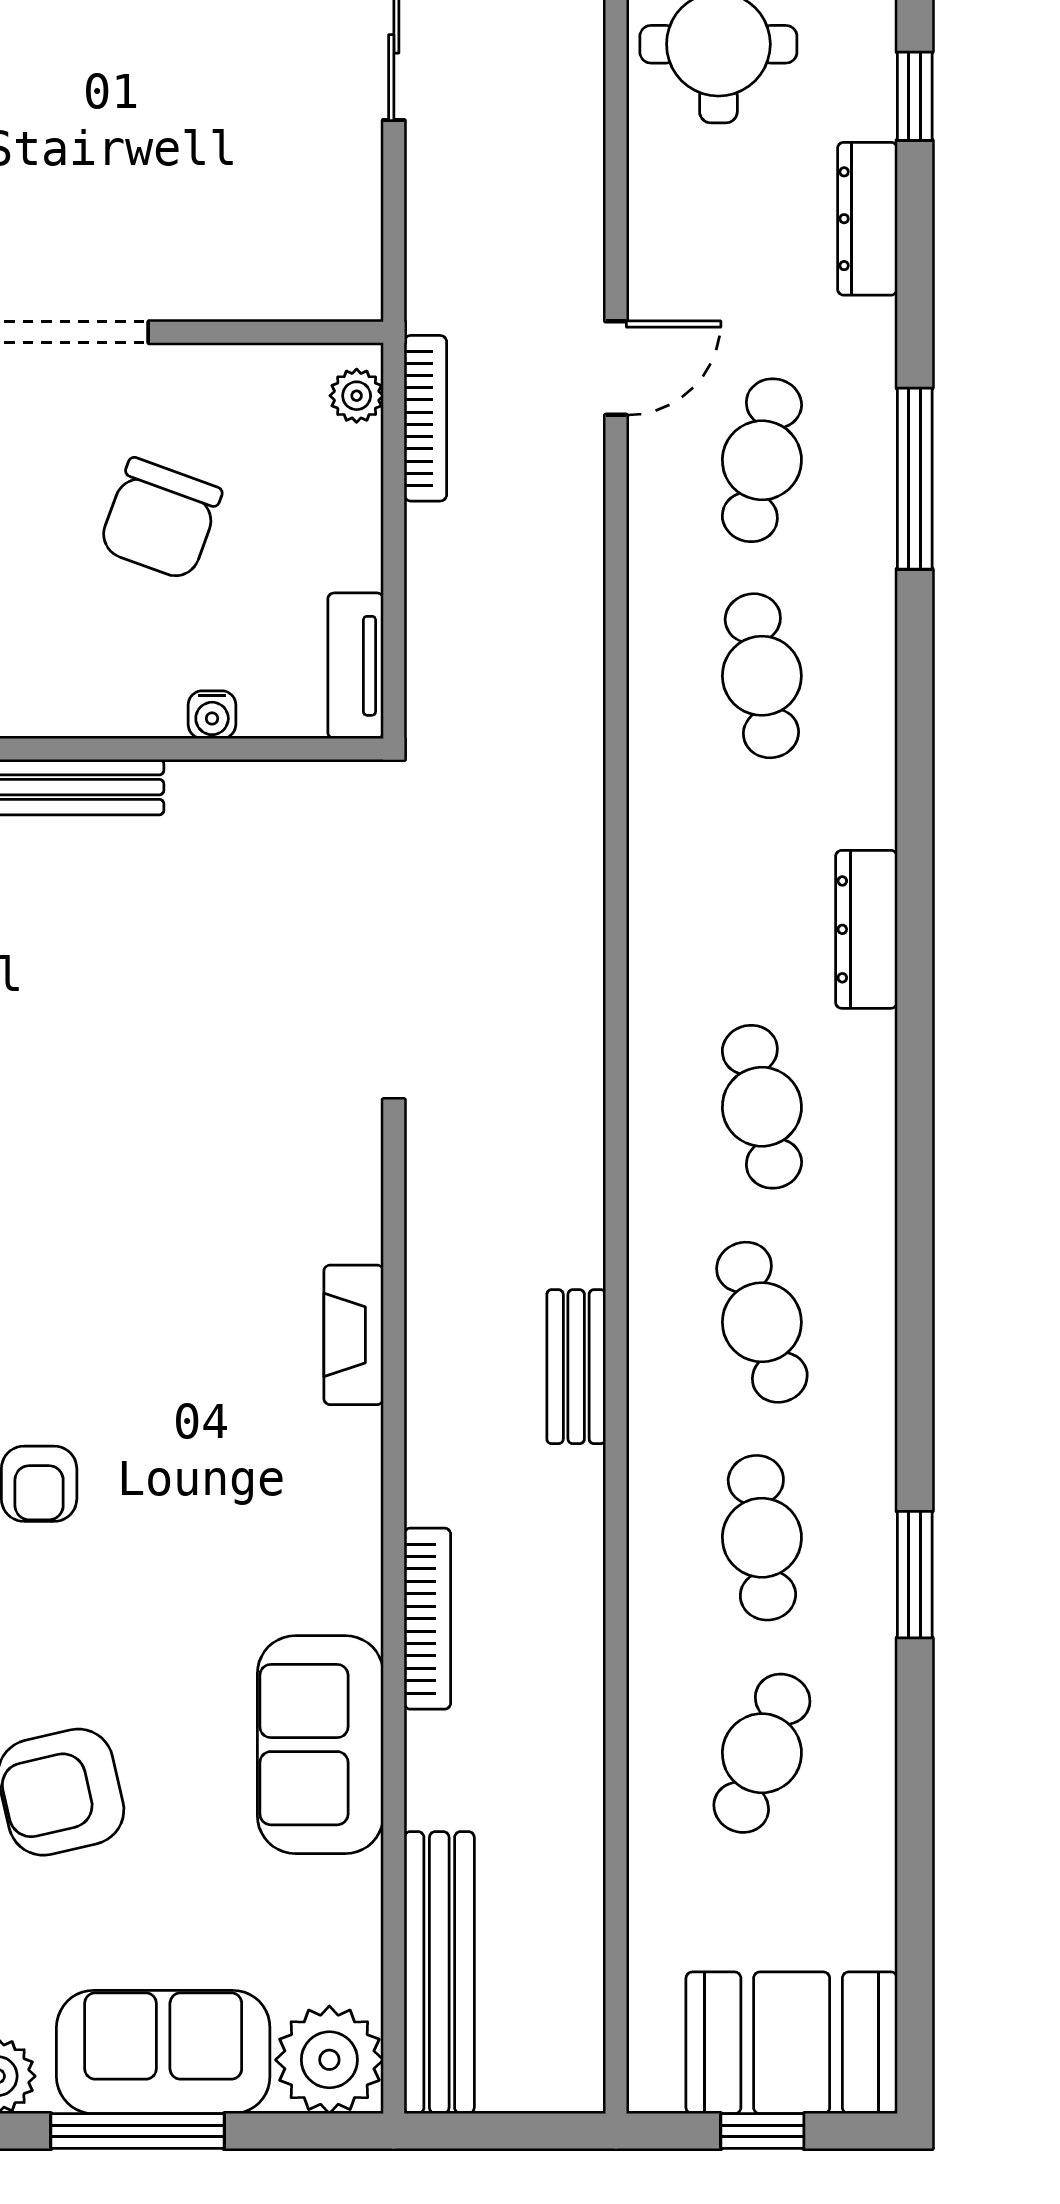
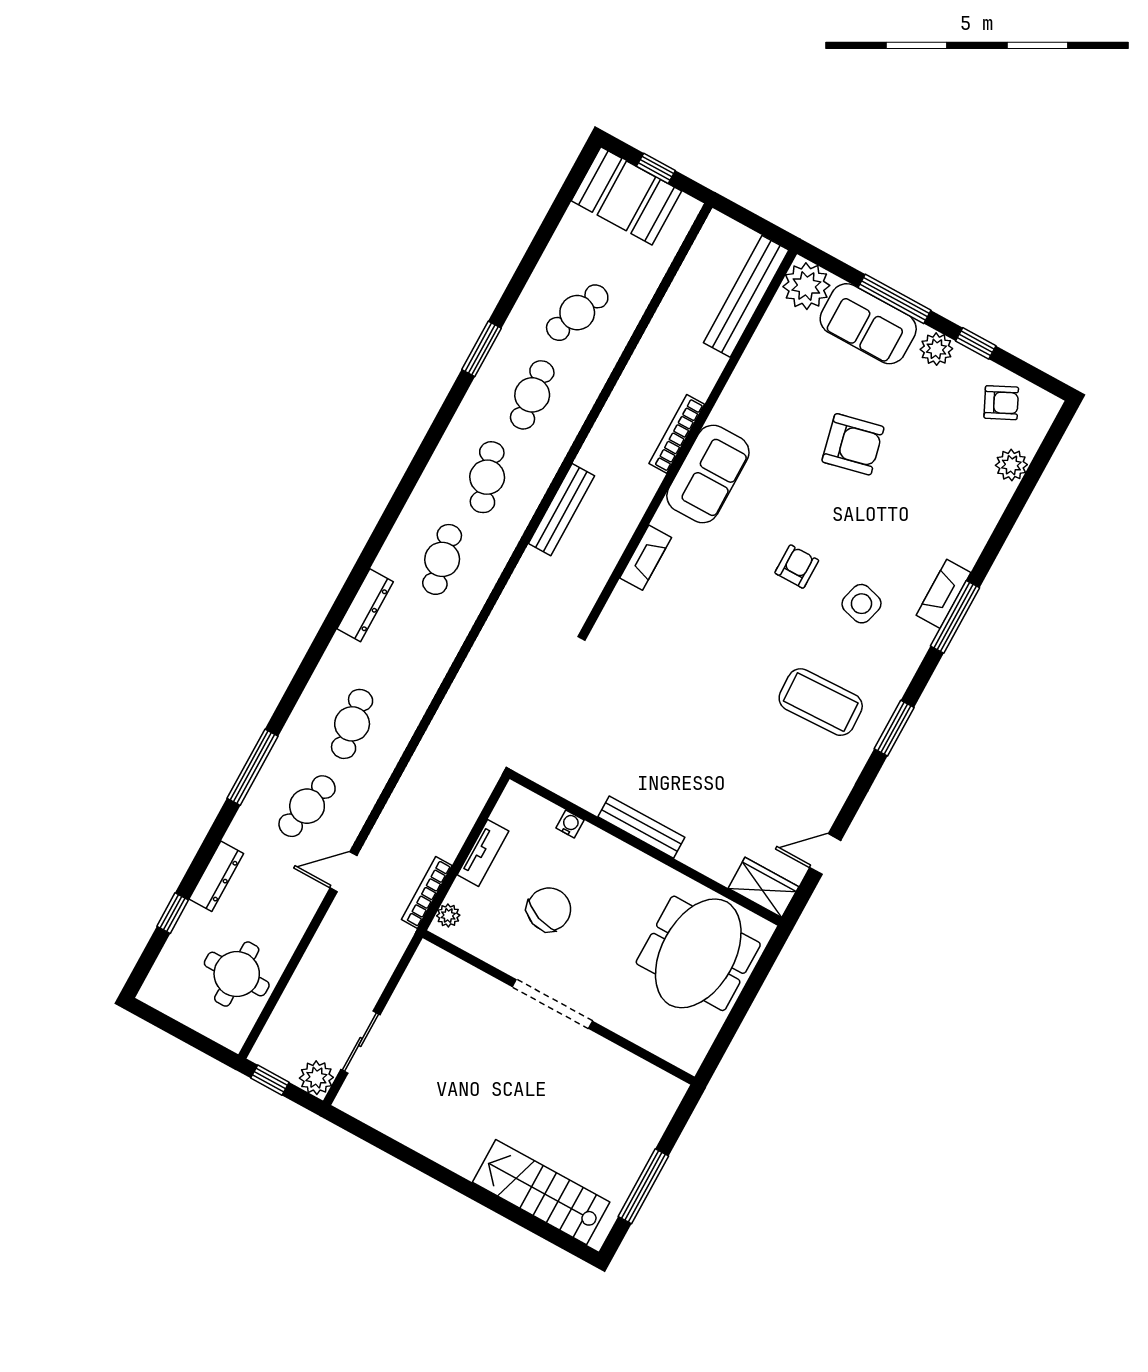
tv unit: (356, 666) -> (483, 853), moved
bench: (576, 1367) -> (561, 510), width x1.36
sofa: (320, 1745) -> (708, 474), moved

